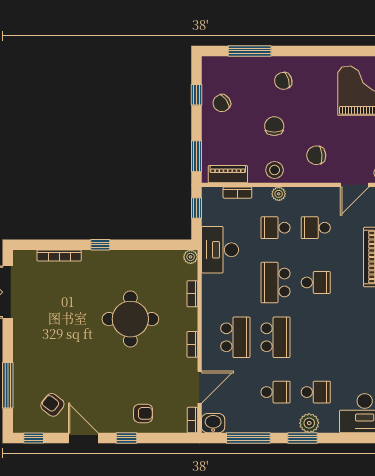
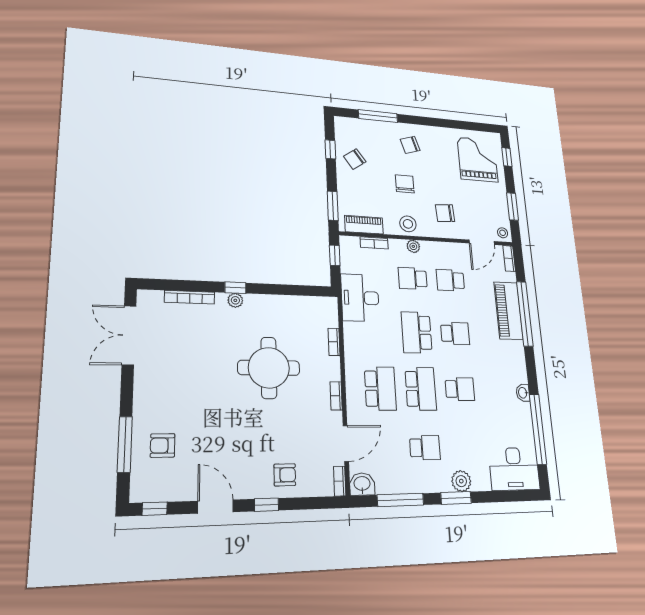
plant: (191, 257) -> (235, 300), moved
school desk: (316, 392) -> (460, 389), moved
armchair: (52, 405) -> (163, 445), moved, turned -38

